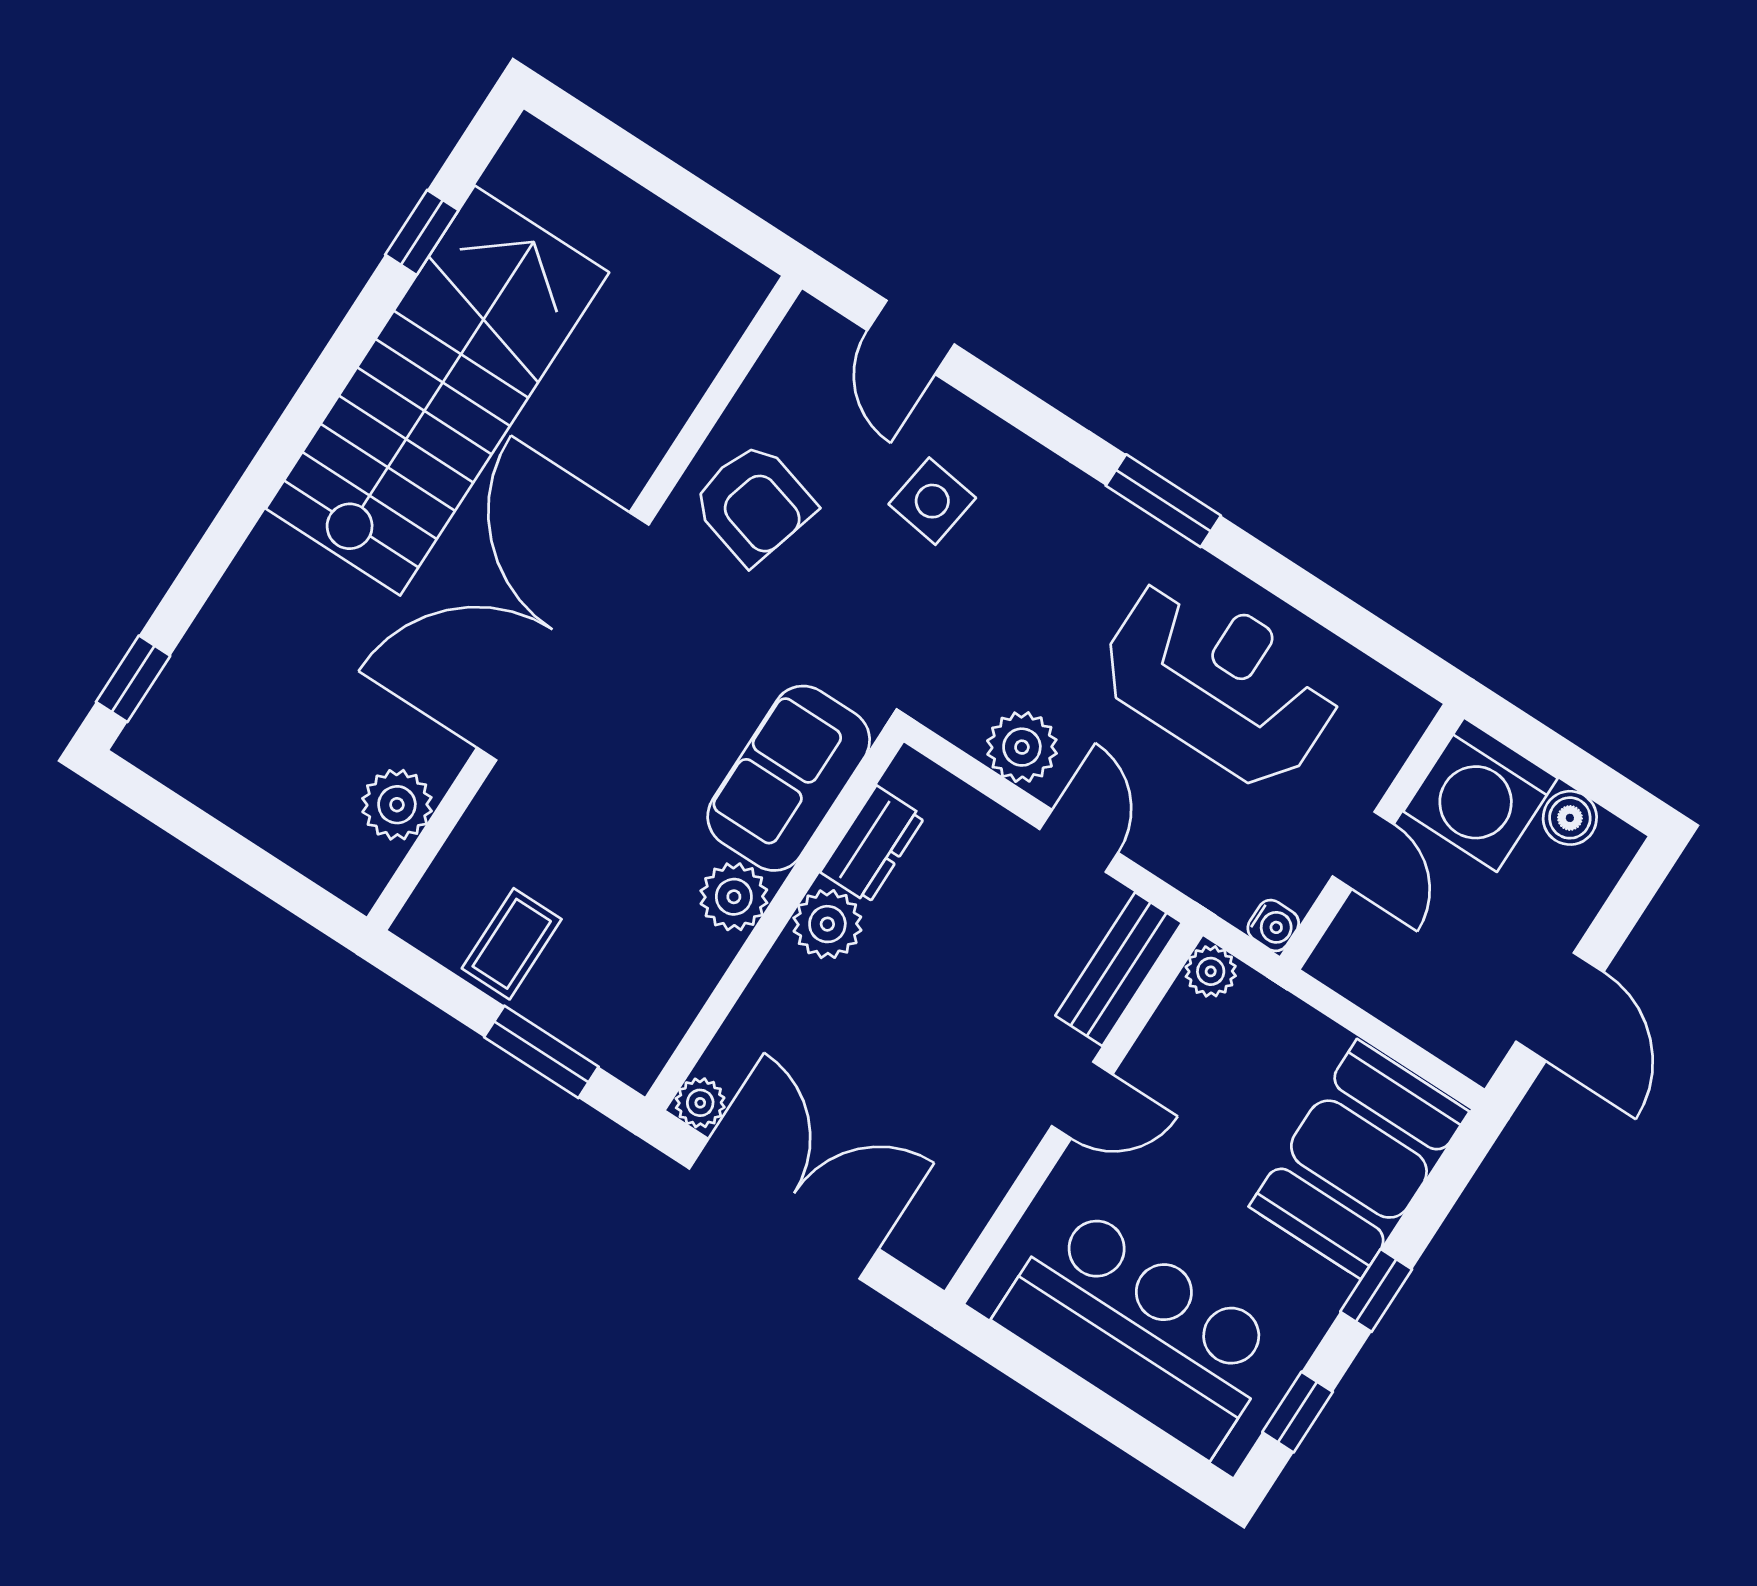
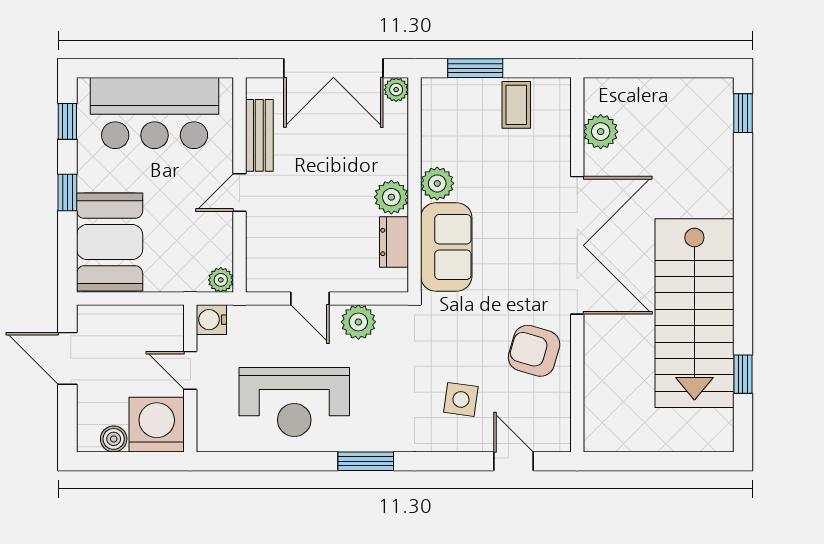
water cooler: (1273, 925) -> (211, 320), width x1.38, depth x1.38
bench: (1119, 969) -> (259, 135), moved

